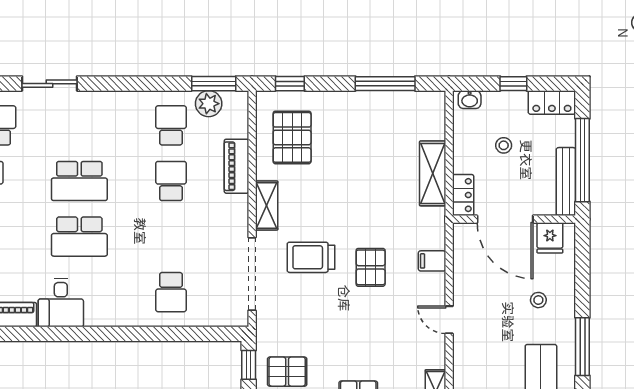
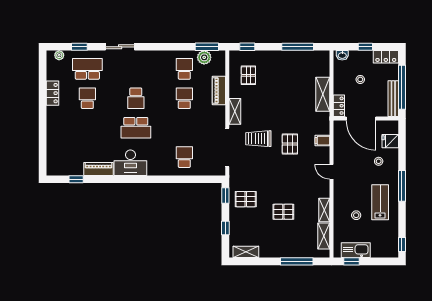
pallet: (292, 137) -> (248, 75), width x0.67, depth x0.71
school desk: (79, 181) -> (136, 98), width x0.54
fridge: (550, 238) -> (390, 141), moved, turned 90
school desk: (171, 292) -> (184, 157), turned 180
desk: (61, 303) -> (130, 163), width x1.37

